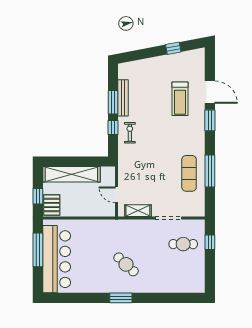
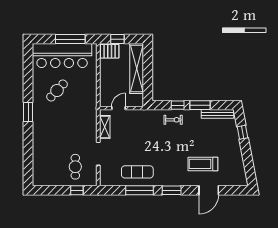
window: (173, 48) -> (242, 132), moved
bench: (123, 98) -> (217, 114), moved
window: (210, 120) -> (172, 190), moved
cafe table: (126, 264) -> (57, 90), moved

